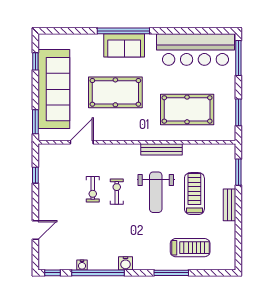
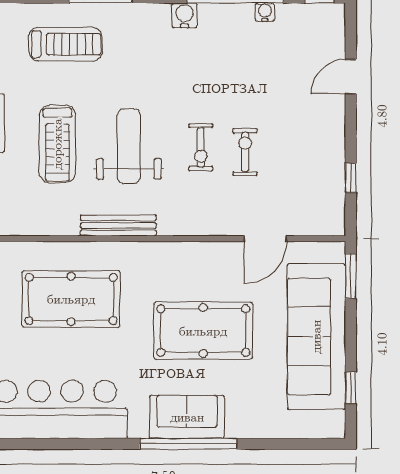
treadmill: (190, 248) -> (66, 44), turned 180

